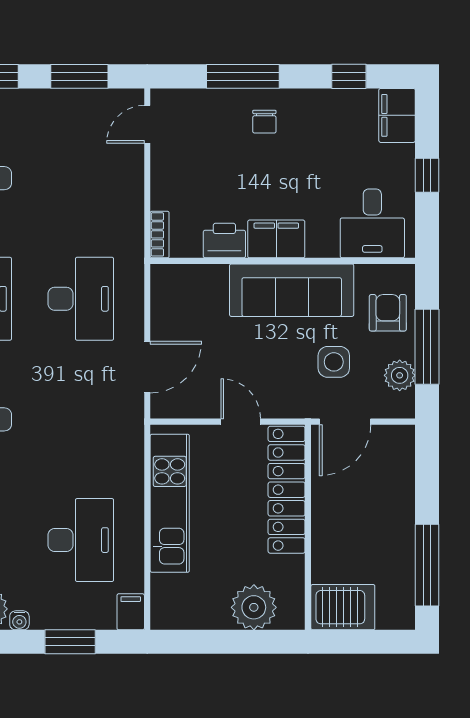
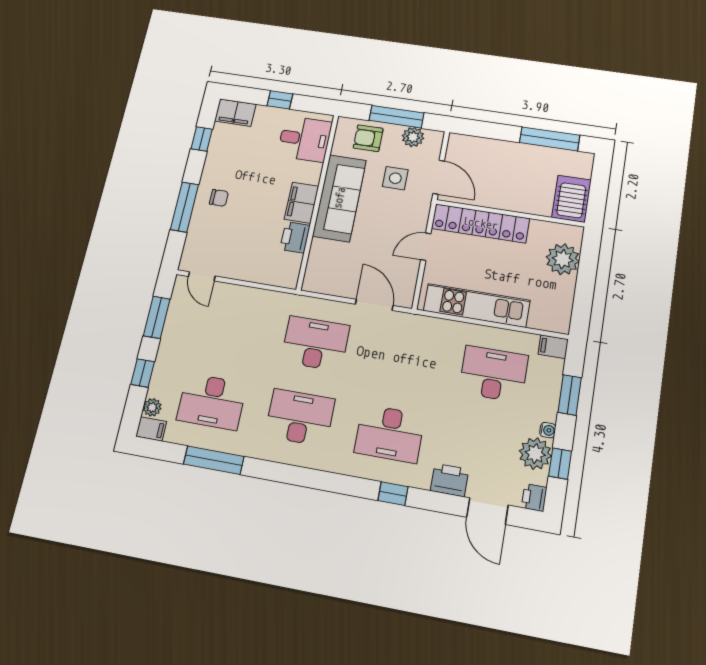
bookcase: (160, 234) -> (281, 281), removed

